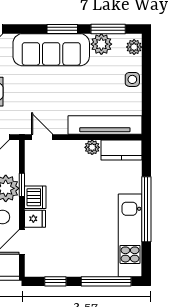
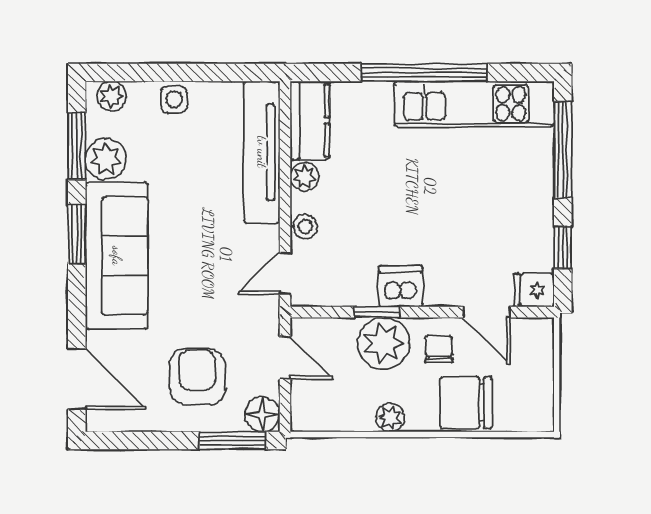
stool: (66, 148) -> (305, 227), added
fridge: (35, 219) -> (534, 290), moved, turned -90

